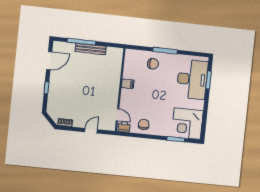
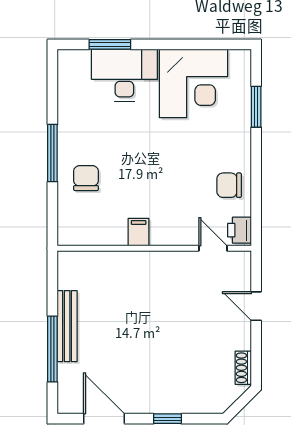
desk: (192, 79) -> (124, 75), width x0.73, depth x0.77
door: (118, 115) -> (213, 248), hinge flipped
corner desk: (187, 124) -> (193, 83), moved

